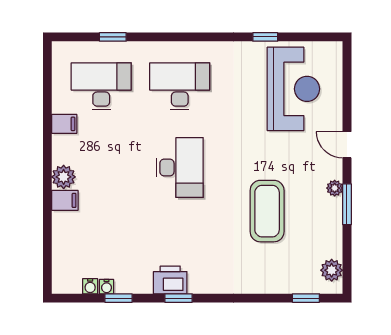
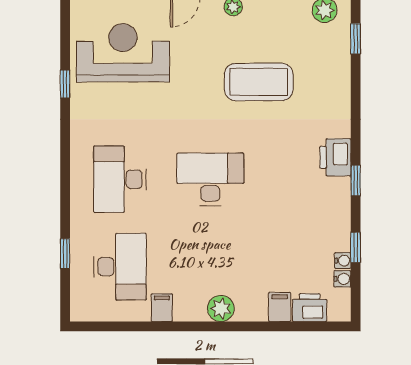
desk: (101, 86) -> (120, 267), turned 180
filing cabinet: (65, 200) -> (280, 307), moved
printer: (64, 257) -> (310, 308), added
printer: (170, 280) -> (335, 157), moved

